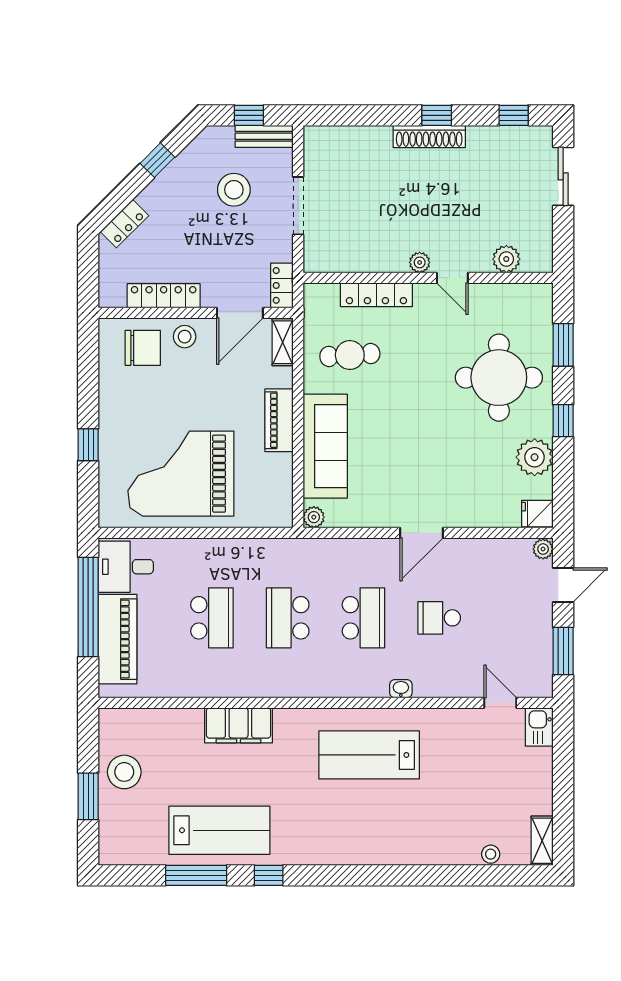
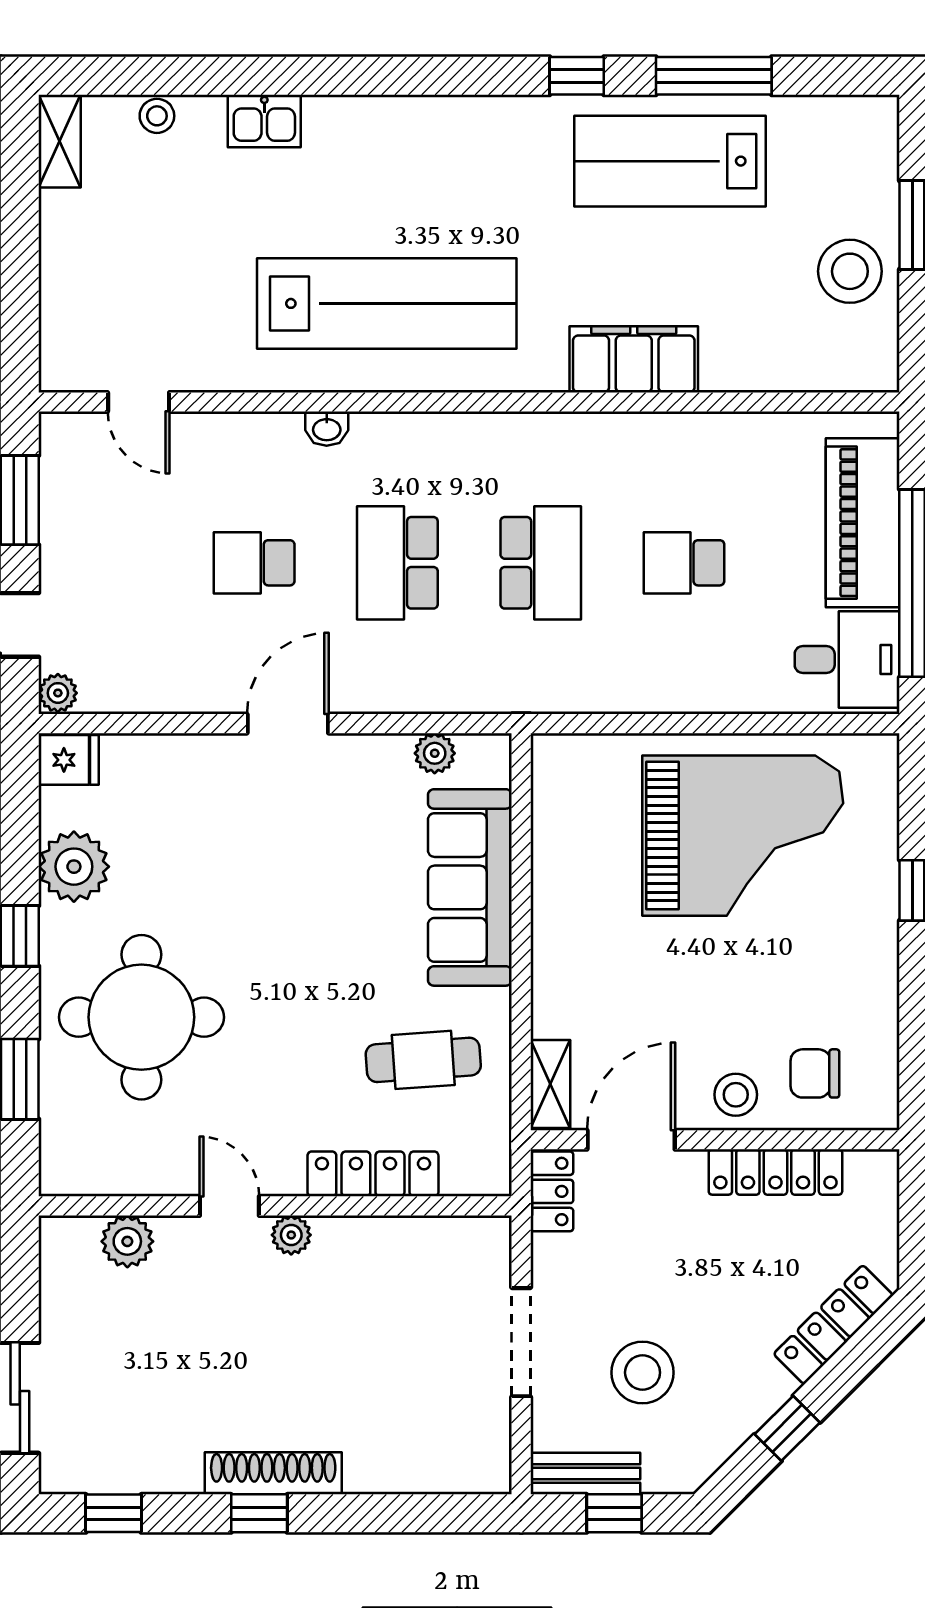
locker: (124, 224) -> (833, 1325), width x1.53
chair: (143, 348) -> (815, 1073), width x0.73, depth x0.73
piano: (279, 420) -> (557, 936), removed
plant: (314, 517) -> (435, 753), moved
school desk: (212, 618) -> (684, 563), width x0.54
school desk: (439, 618) -> (254, 563), turned 180
kitchen sink: (539, 727) -> (264, 121), moved, turned 90
lab bench: (369, 755) -> (387, 303), width x1.36

